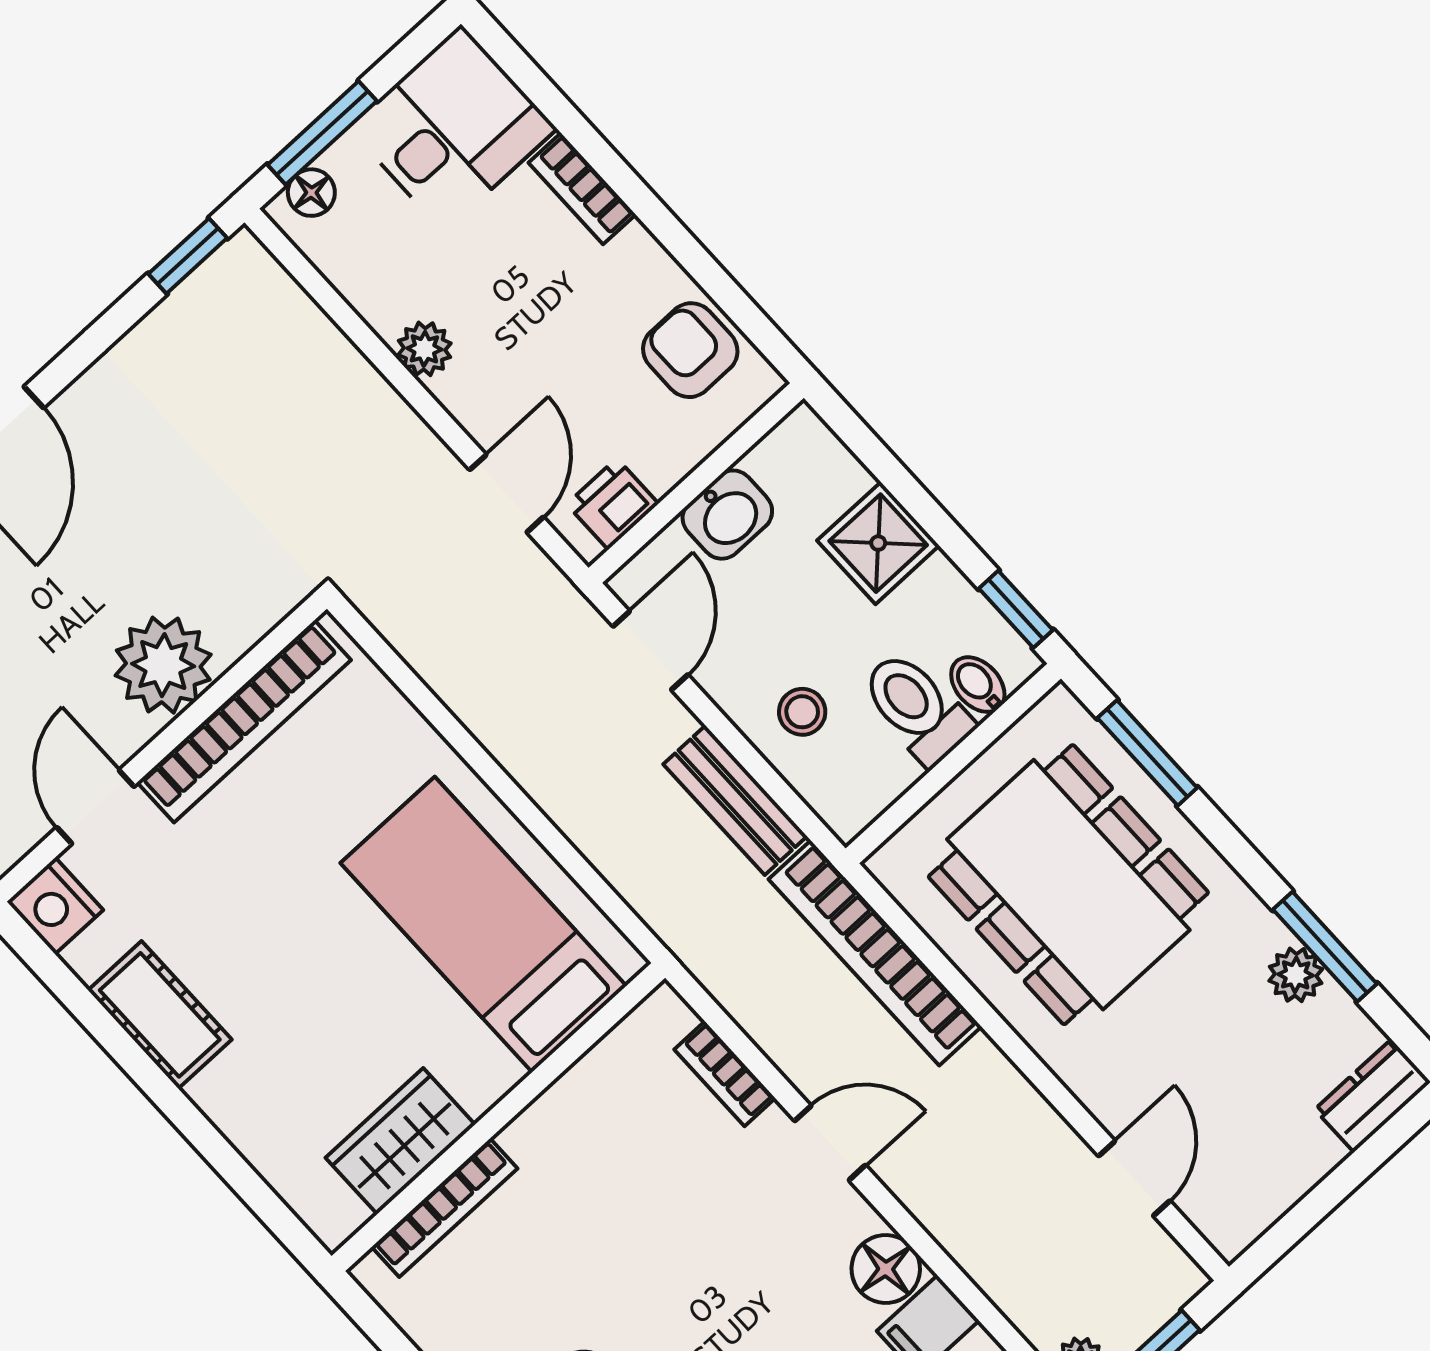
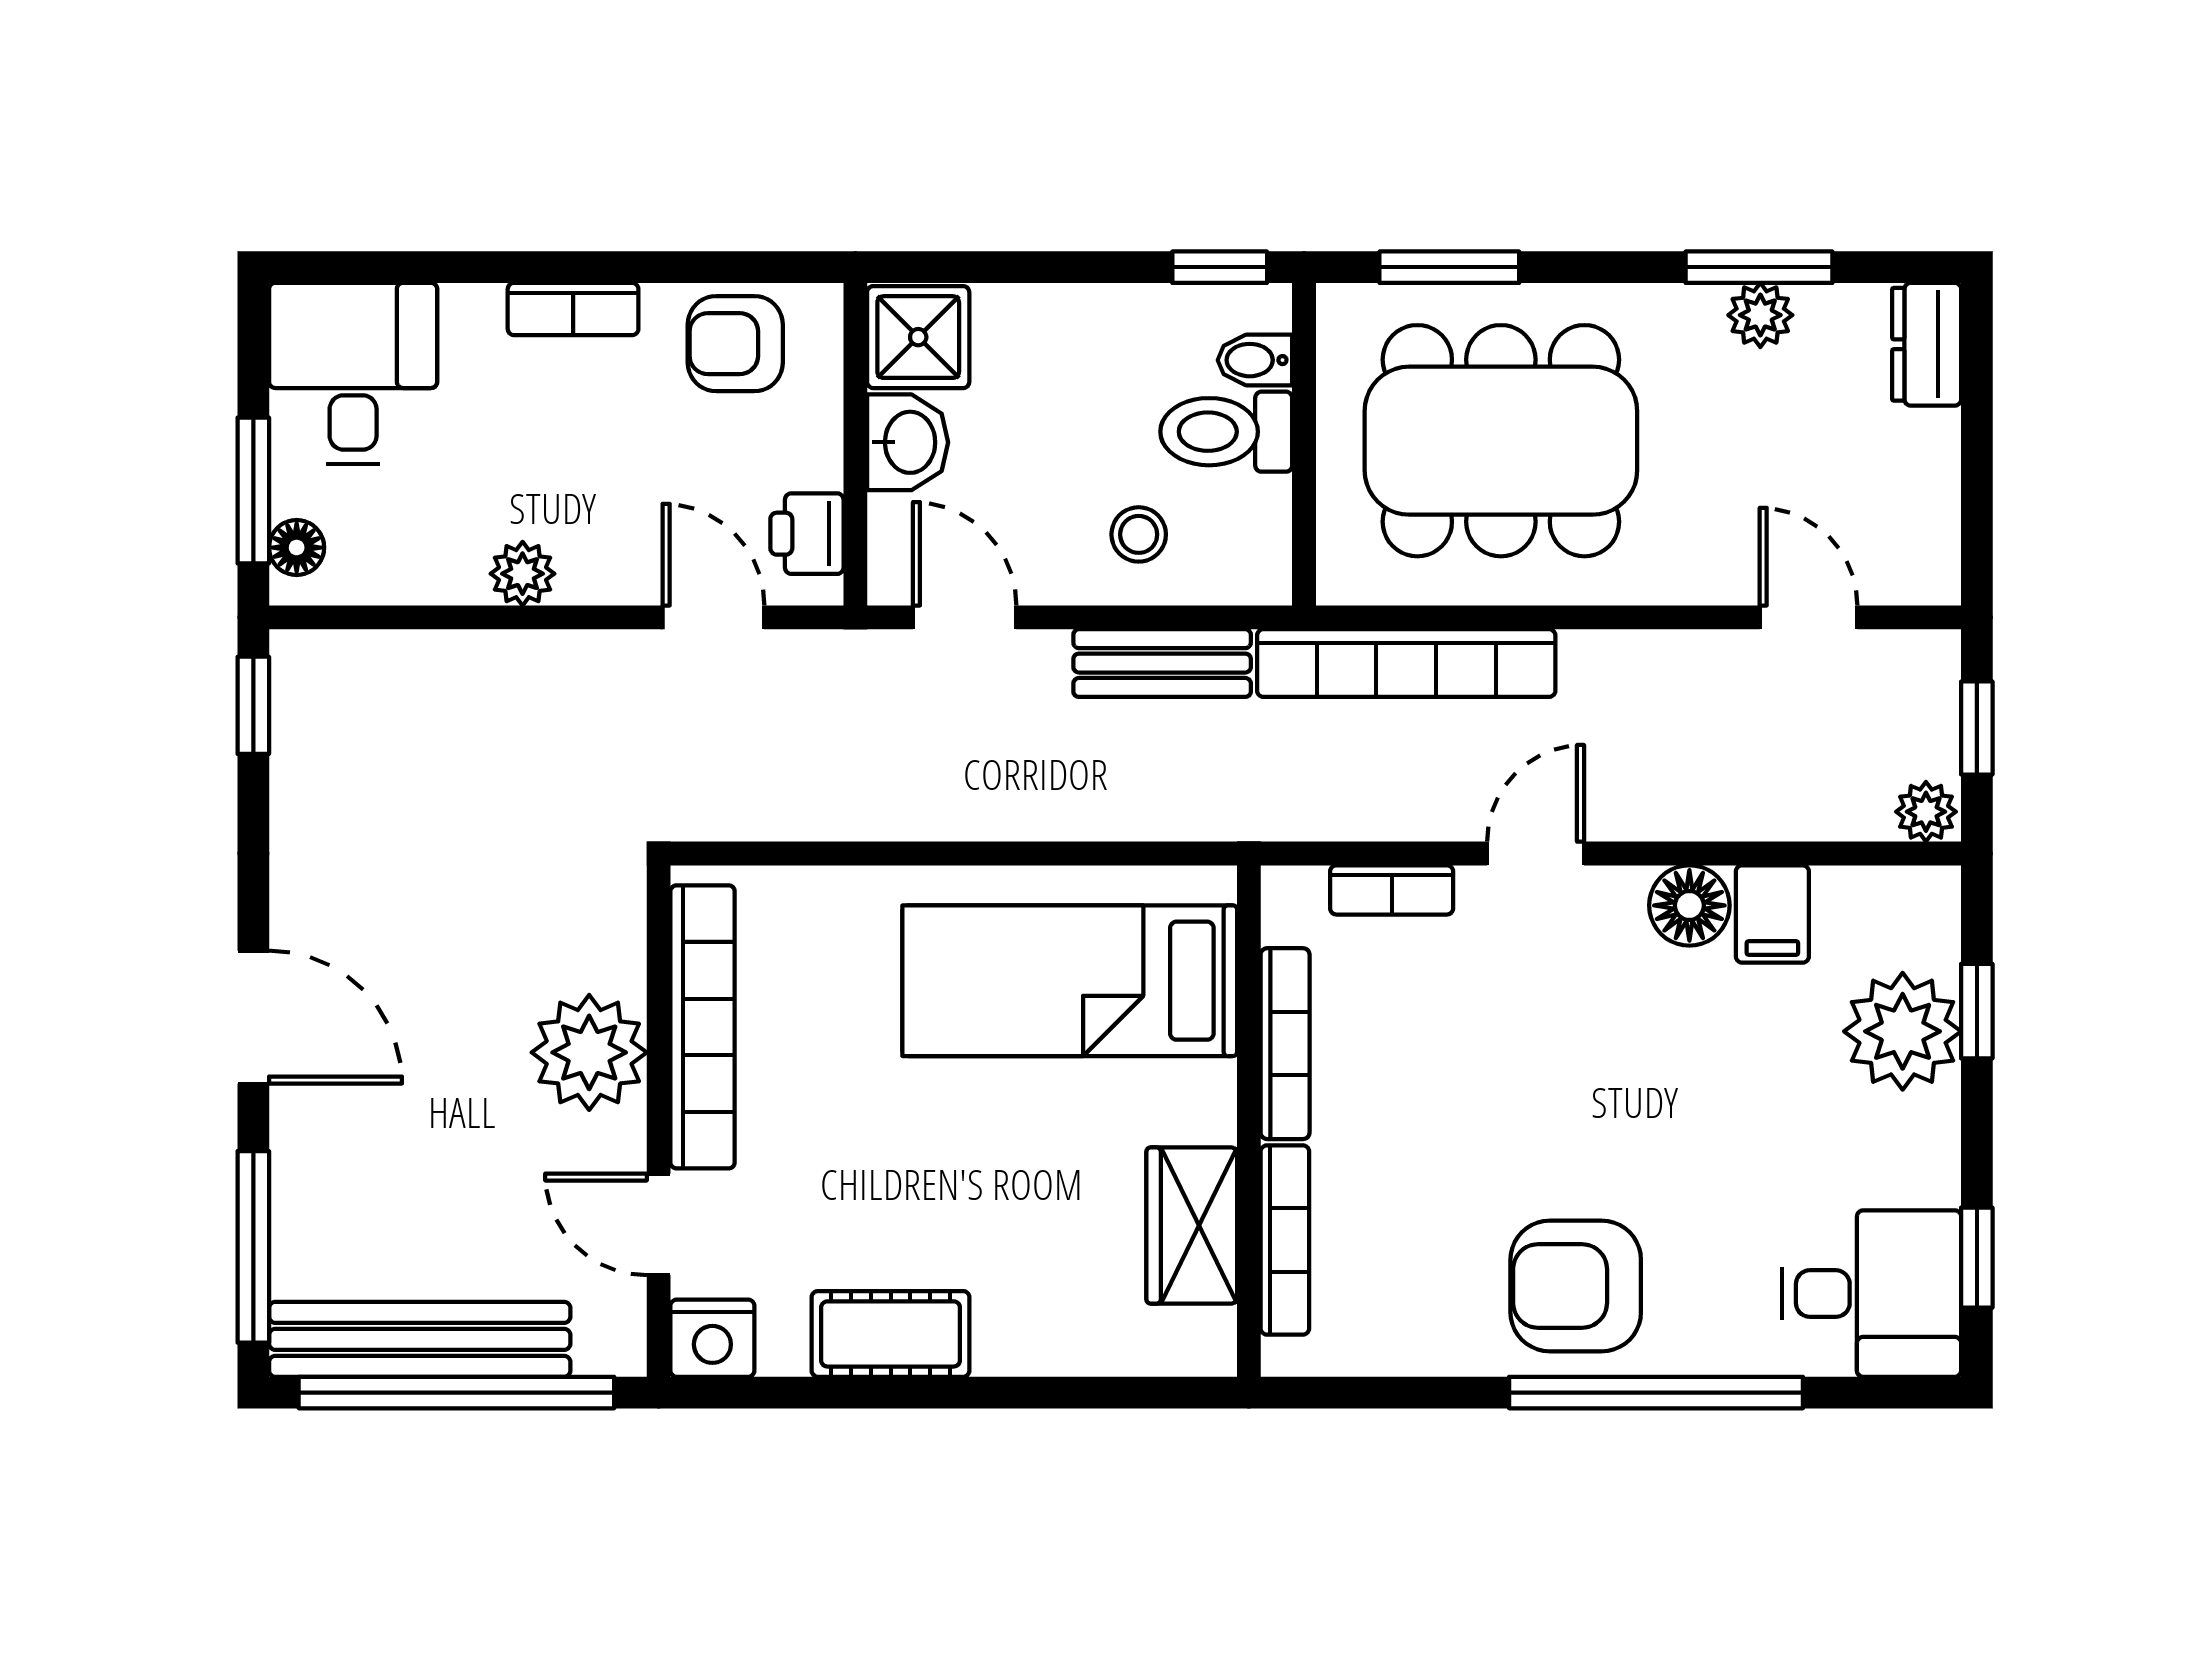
bookcase: (582, 189) -> (573, 309), moved
shower: (878, 543) -> (918, 337), moved
bookcase: (568, 1095) -> (1285, 1044), added

